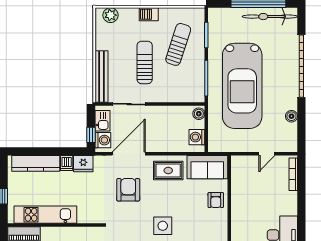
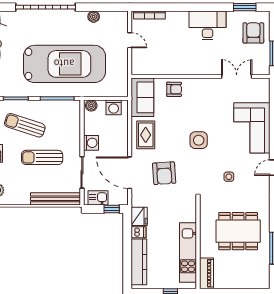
washing machine: (103, 140) -> (91, 143), moved, turned 90
armchair: (128, 190) -> (164, 173), turned -94

